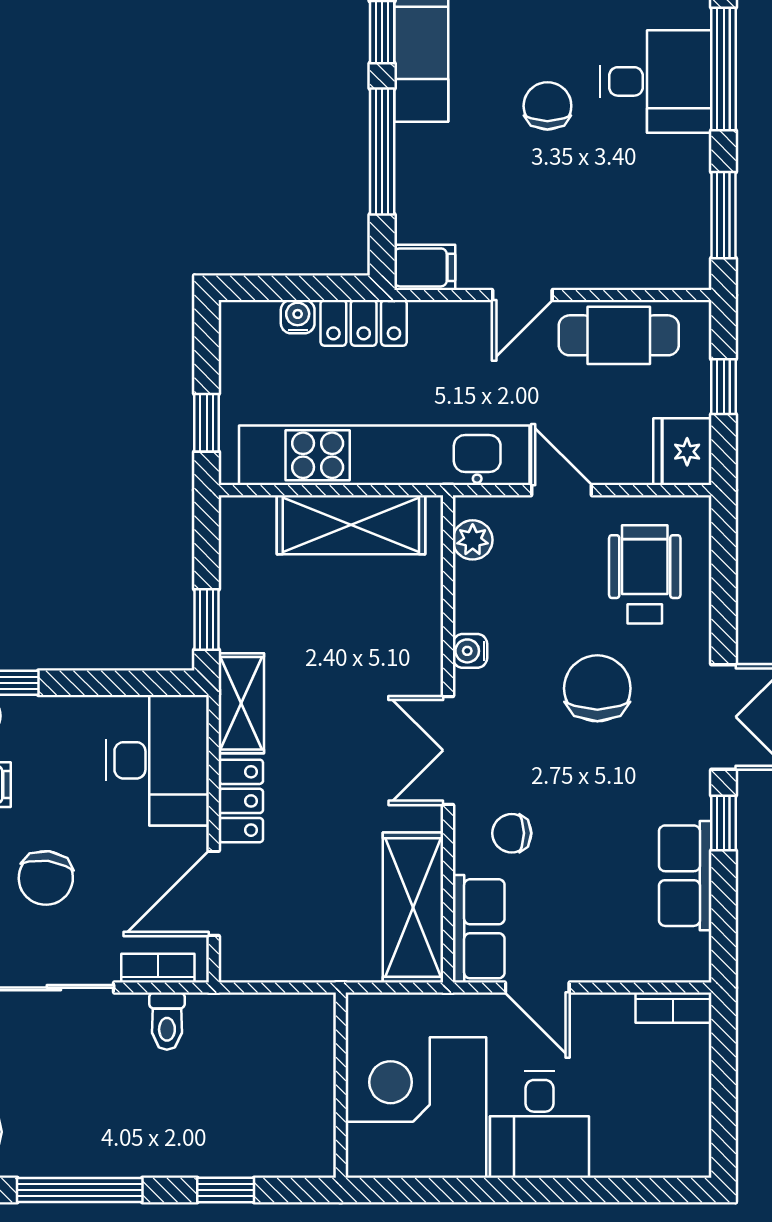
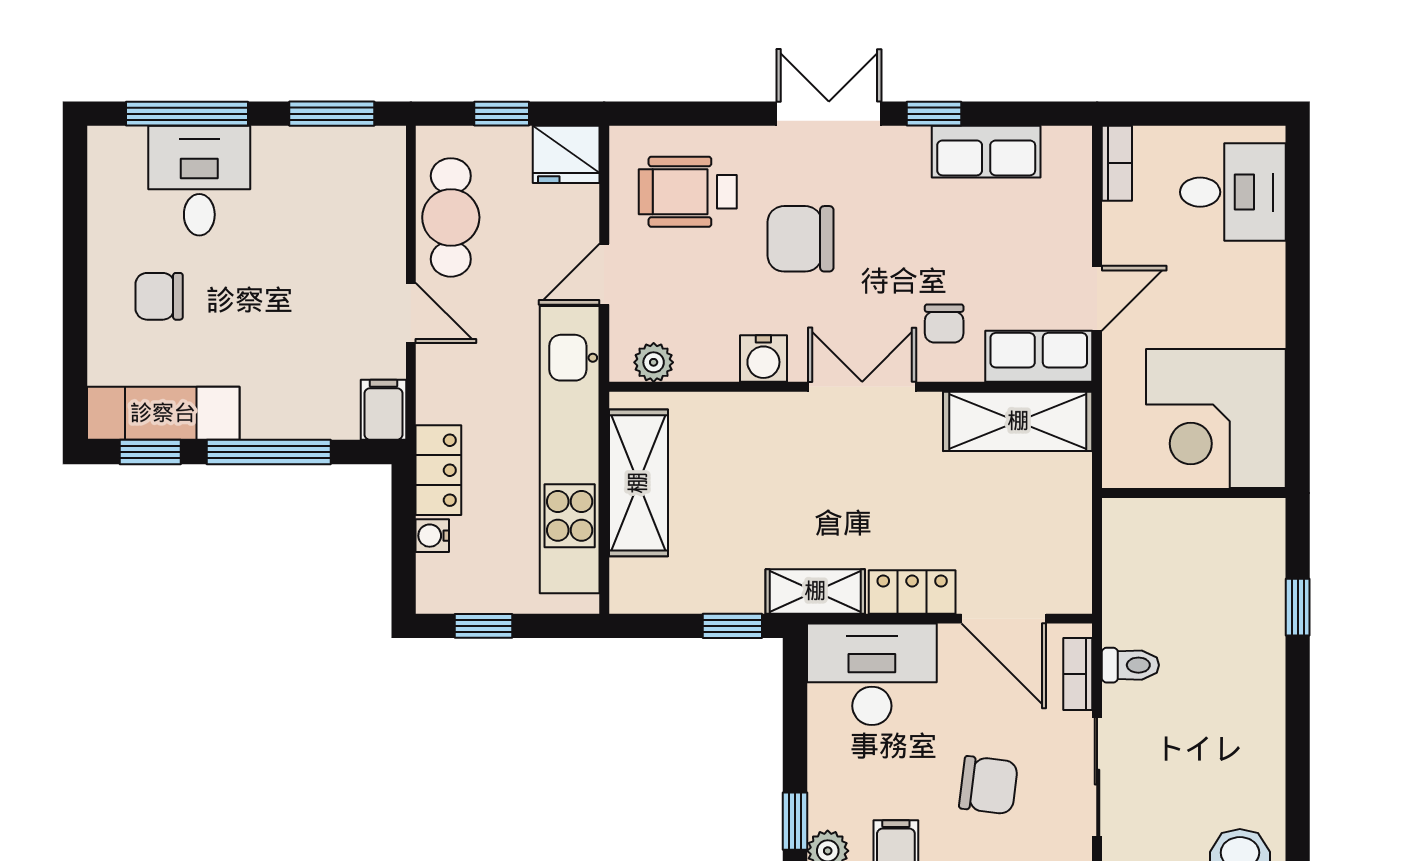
chair: (547, 106) -> (159, 296), moved
window: (207, 423) -> (483, 626), moved
water cooler: (470, 651) -> (763, 358), width x1.38, depth x1.38
double door: (448, 750) -> (862, 387), swing flipped
desk: (539, 1125) -> (1233, 192), moved
window: (80, 1190) -> (1298, 751), removed

